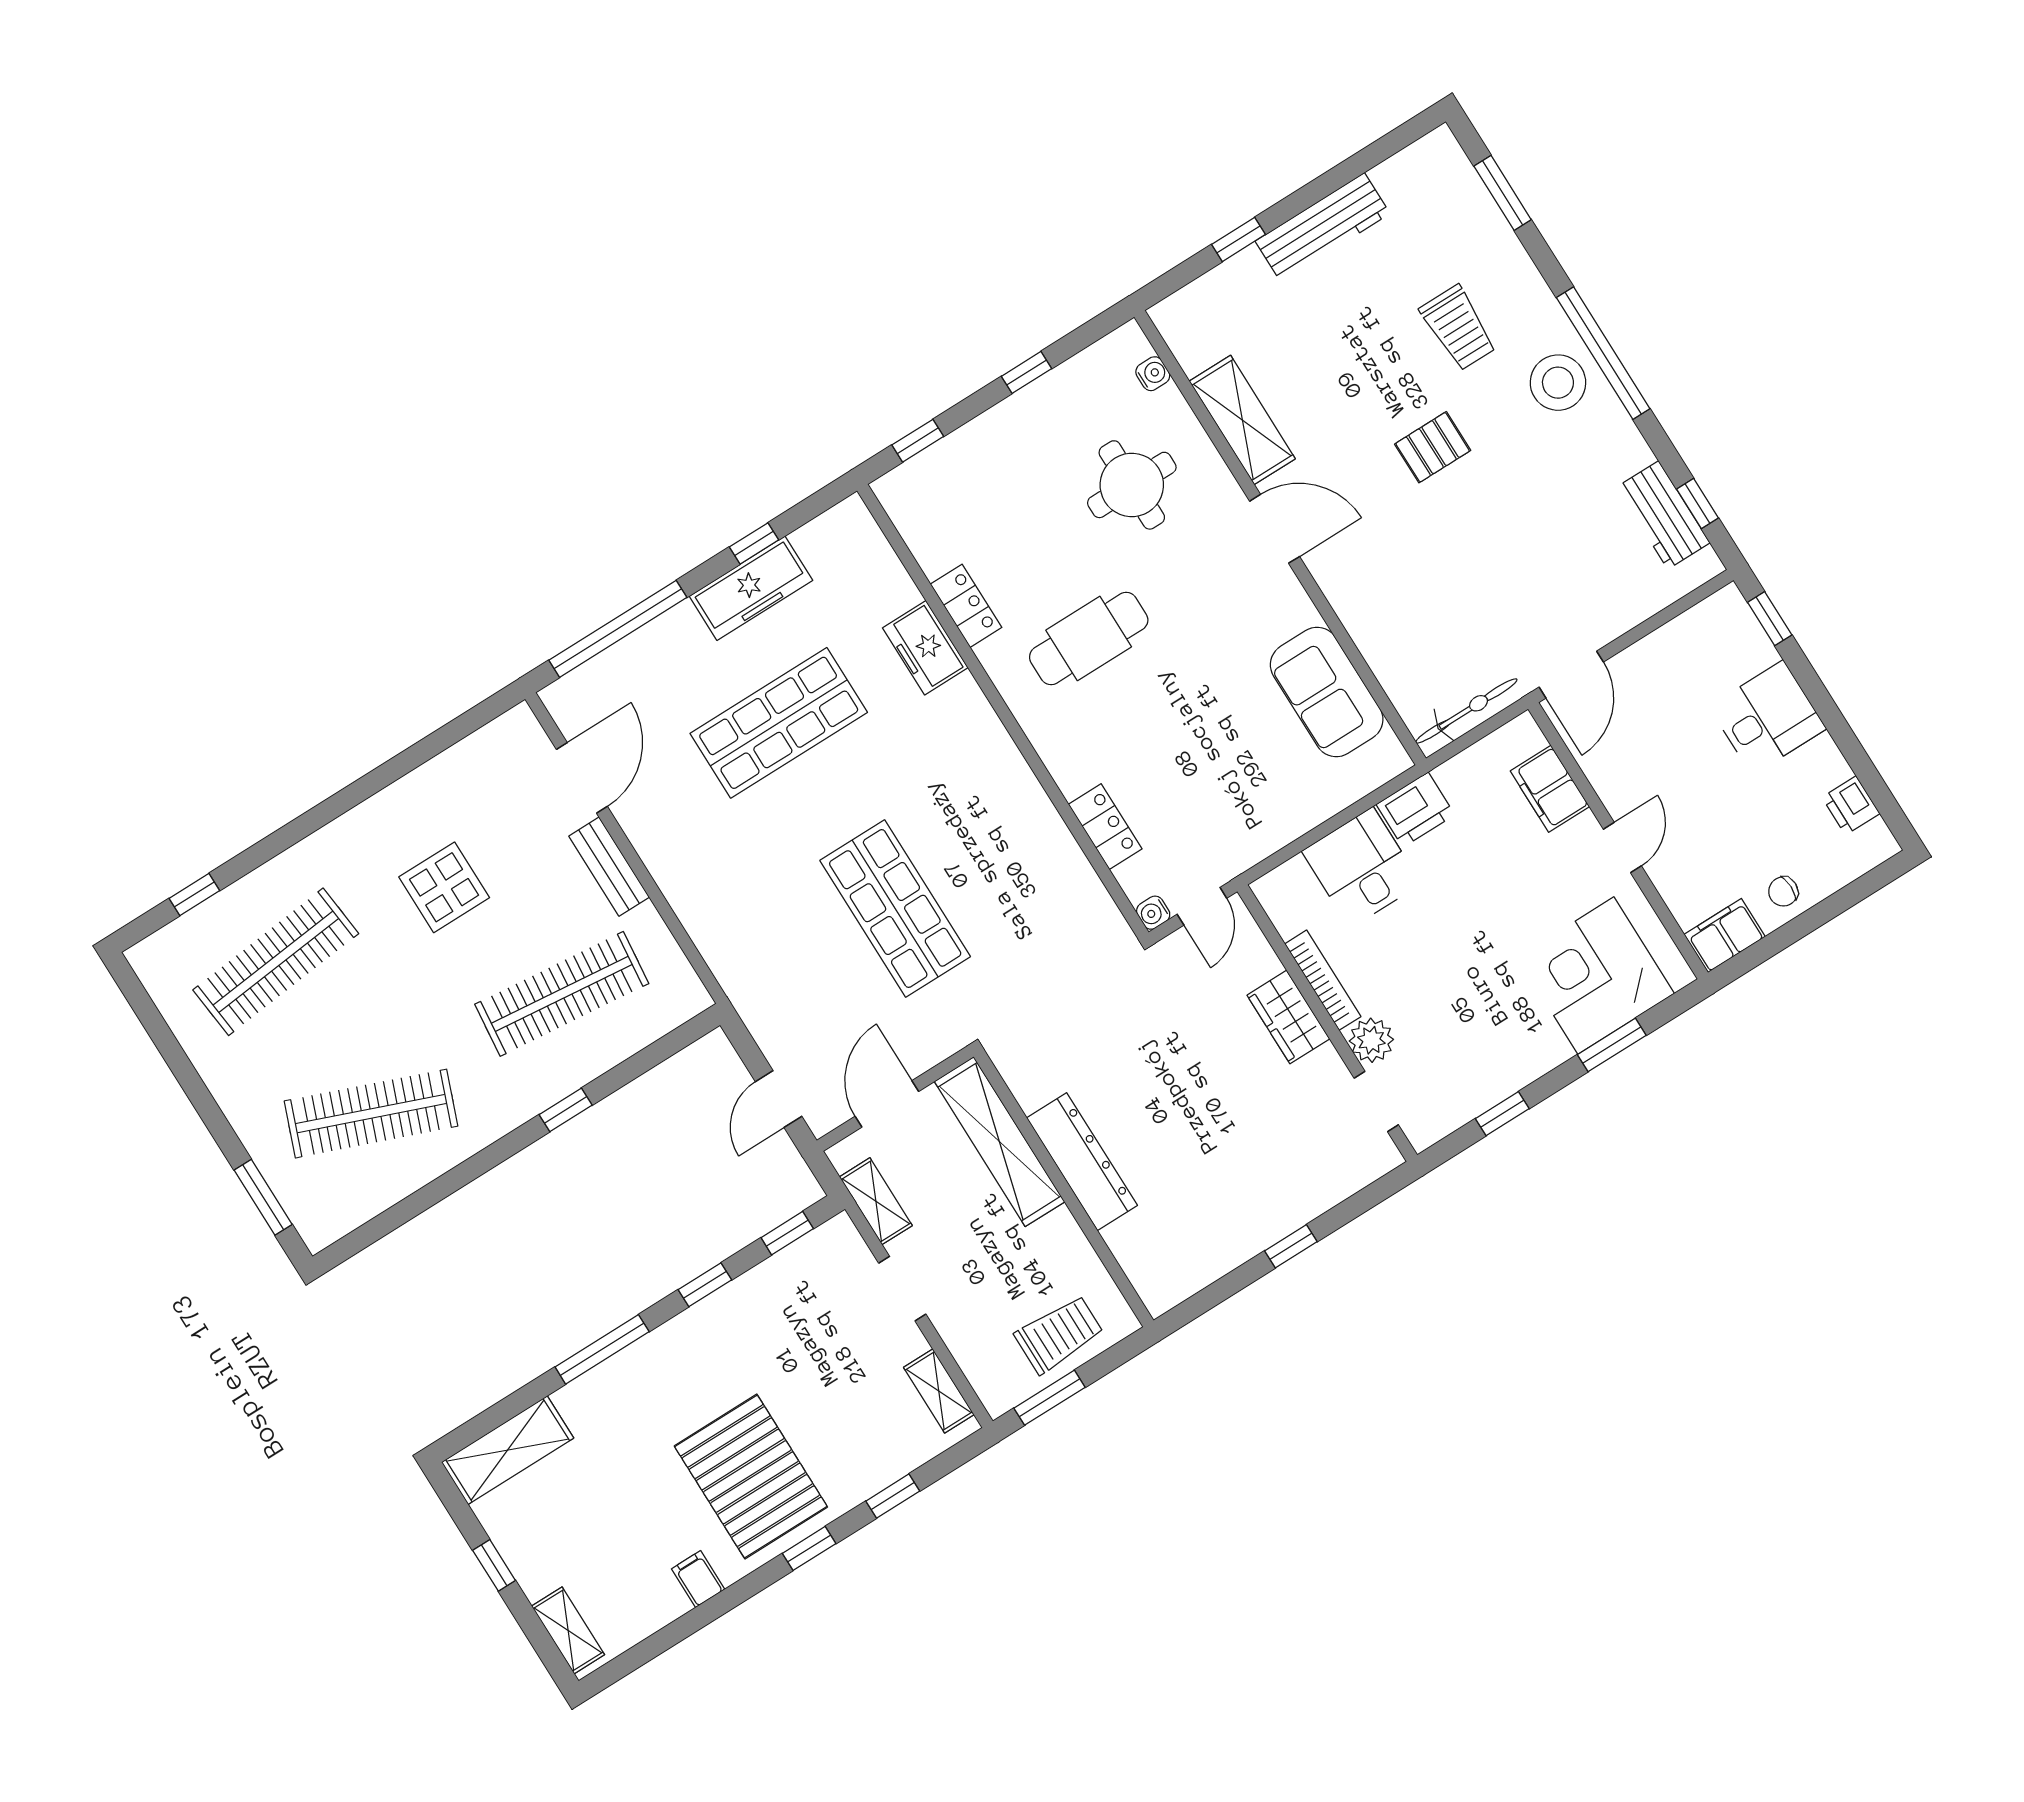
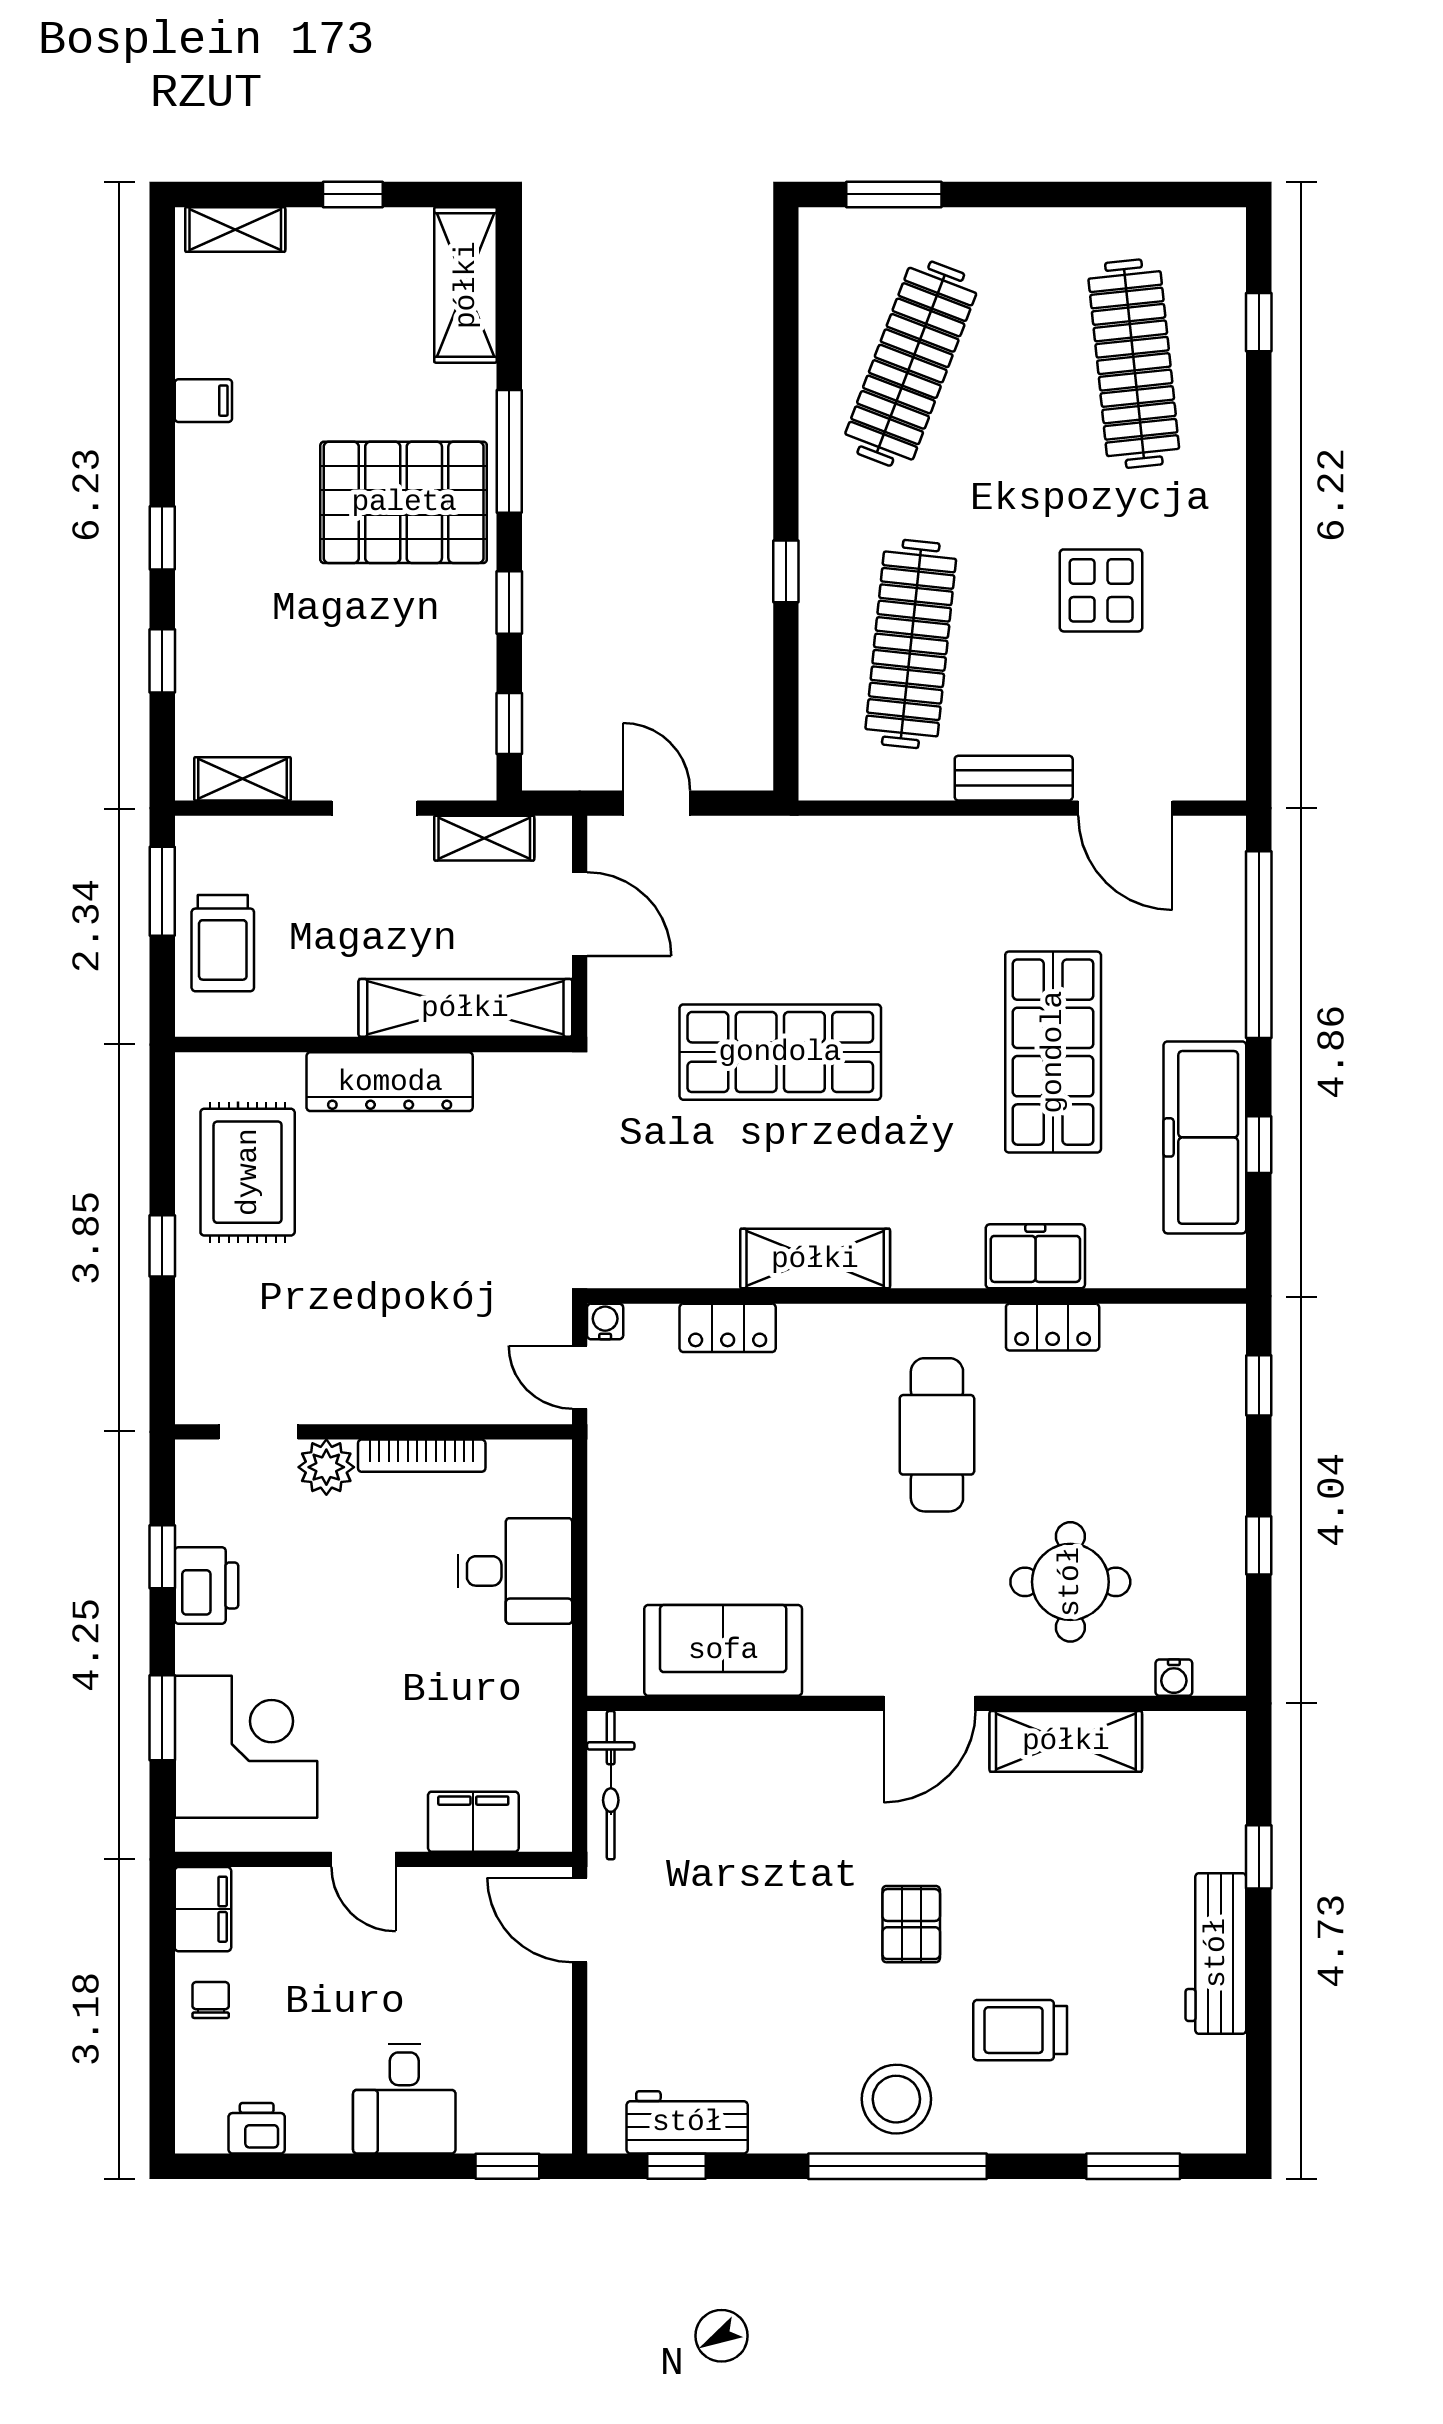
freezer: (751, 588) -> (1205, 1137), width x1.36, depth x1.26
shelving: (1021, 797) -> (815, 1259), added
printer: (1415, 810) -> (206, 1585), moved, turned 180
wardrobe: (1288, 1017) -> (406, 1395), removed
rug: (1204, 1220) -> (248, 1172), added
pallet: (751, 1477) -> (404, 502), moved

